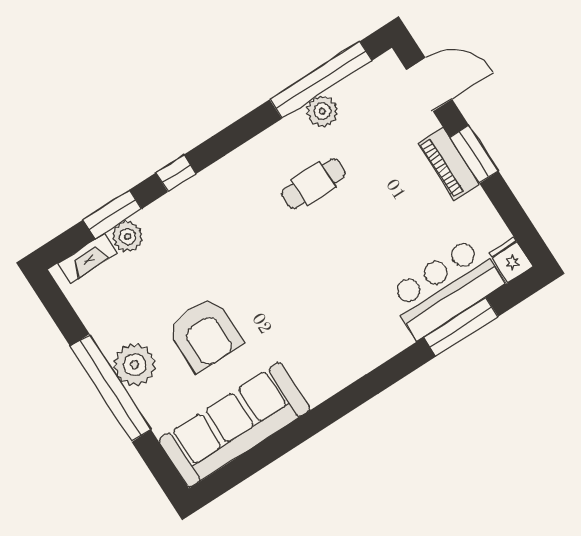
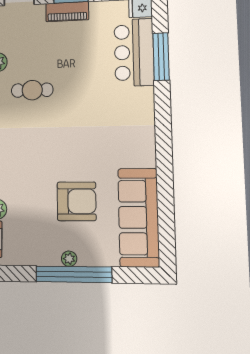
cafe table: (313, 184) -> (32, 90), turned 90
plant: (135, 365) -> (69, 259), width x0.53, depth x0.53

